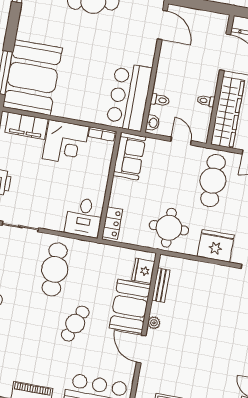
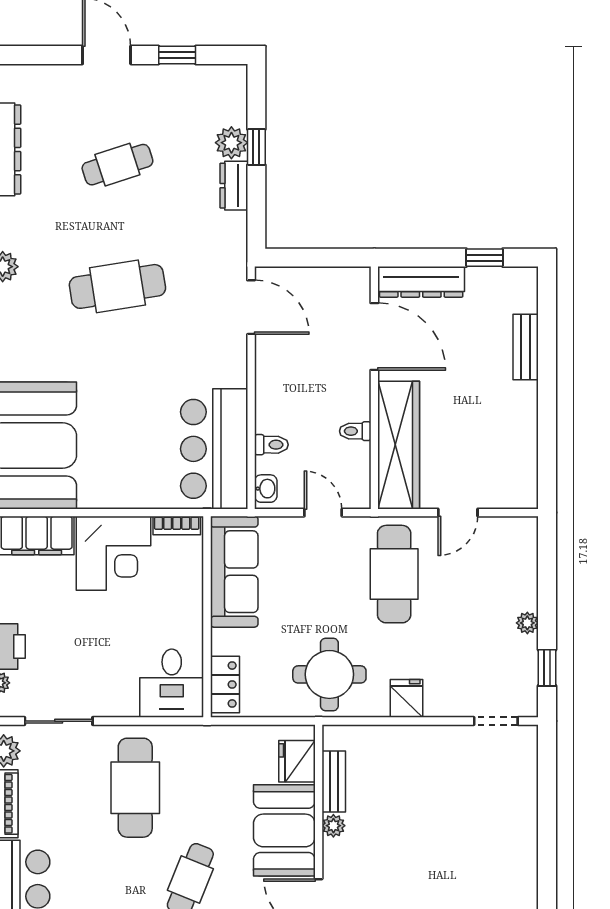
sofa: (129, 156) -> (234, 572), width x1.36
fridge: (216, 246) -> (406, 698), width x0.53, depth x0.75
plant: (154, 323) -> (333, 826), moved

